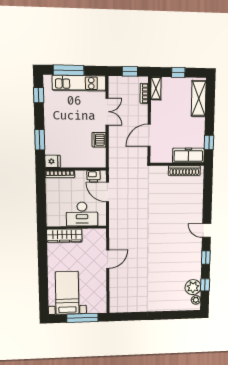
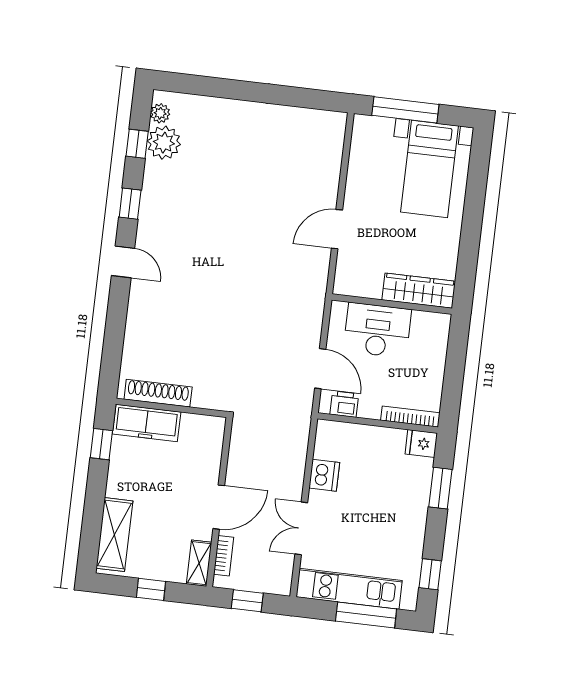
door: (149, 135) -> (219, 507), moved

